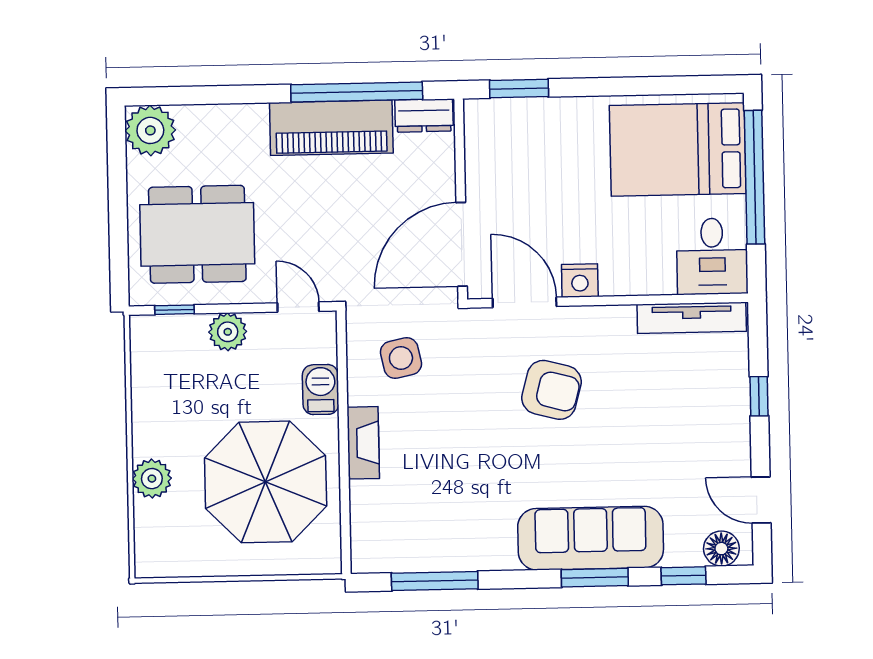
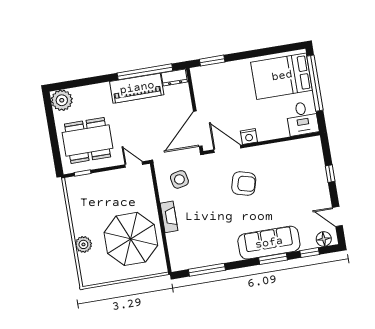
tv unit: (692, 318) -> (297, 145), removed
plant: (228, 332) -> (106, 179), removed
barbecue: (321, 390) -> (148, 197), removed

